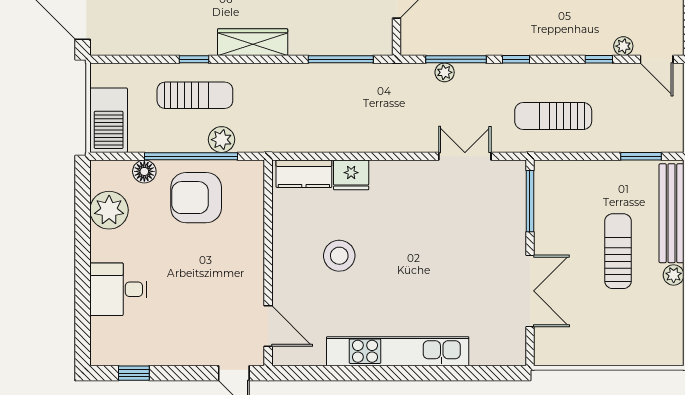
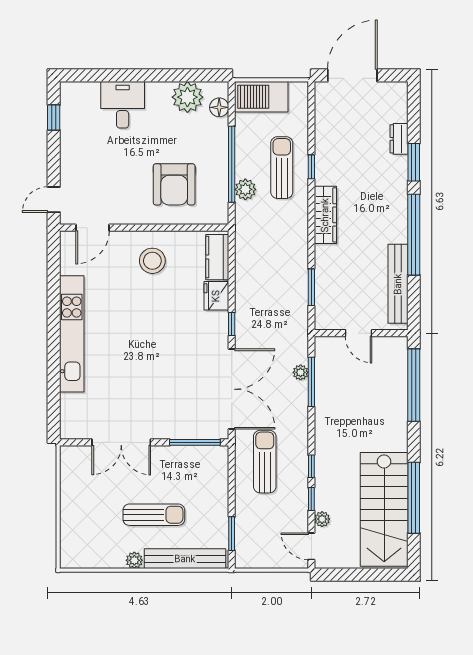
window: (341, 59) -> (311, 287), width x0.69
window: (516, 59) -> (311, 466), moved
door: (657, 59) -> (311, 546), hinge flipped
sun lounger: (195, 95) -> (282, 168), turned 180
window: (386, 156) -> (232, 324), added
double door: (465, 156) -> (232, 389), width x1.87
floor lamp: (144, 171) -> (219, 107), moved
armchair: (196, 198) -> (174, 184), moved, turned 180
stool: (339, 256) -> (152, 261), moved

